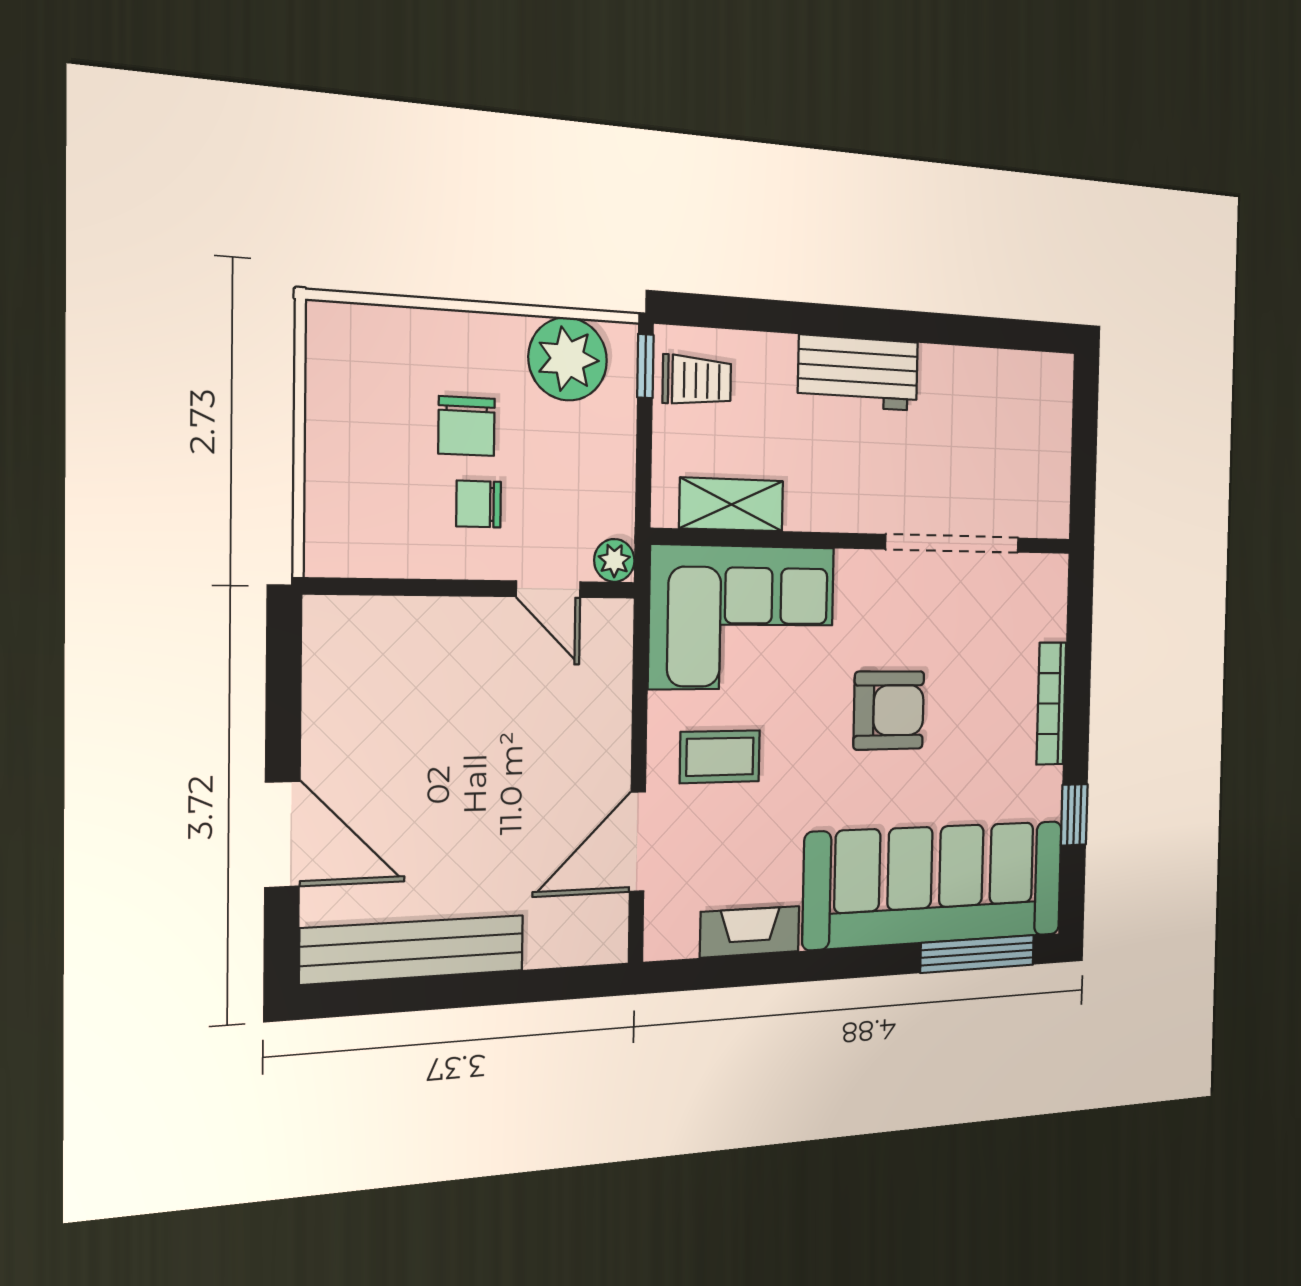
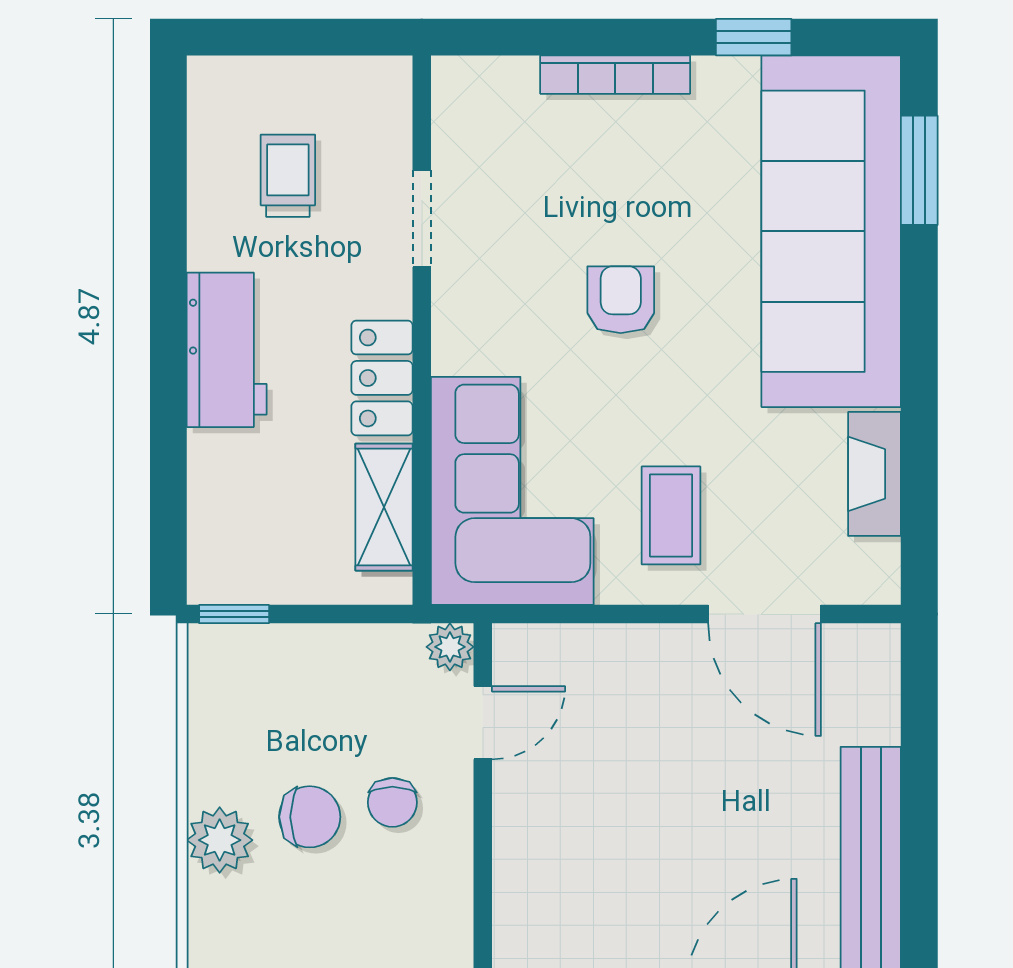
plant: (568, 359) -> (220, 840), moved, width x0.73, depth x0.73
trolley: (697, 380) -> (288, 176), moved
locker: (834, 506) -> (382, 378), added
doorway: (953, 543) -> (422, 219), width x0.53
armchair: (889, 710) -> (621, 300), width x0.72, depth x0.72
window: (978, 954) -> (919, 170), width x0.69

